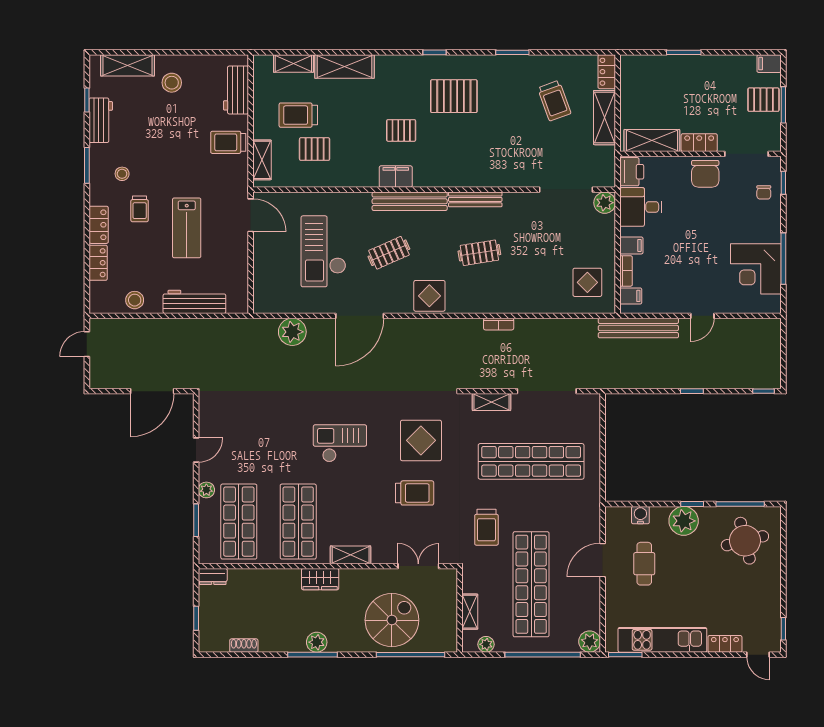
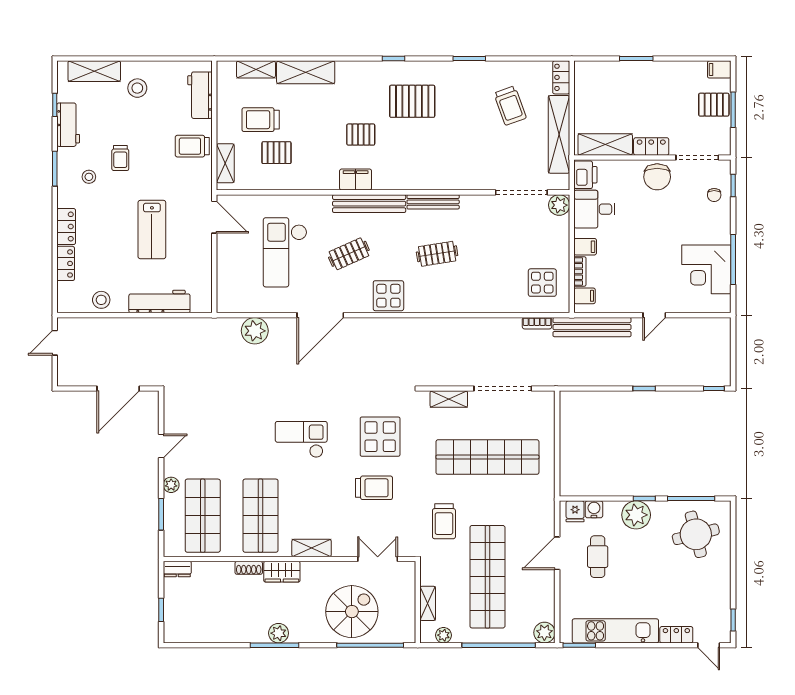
shelving: (605, 118) -> (559, 134), width x1.47
trolley: (140, 209) -> (120, 158), moved
bookcase: (499, 324) -> (537, 323), moved
fridge: (621, 517) -> (575, 511), added
shoe rack: (244, 646) -> (249, 568), moved, turned 180

